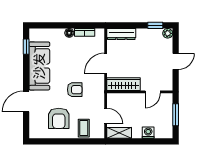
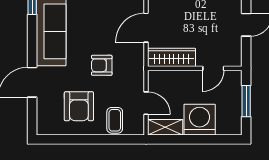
armchair: (75, 90) -> (102, 65), turned 180
washing machine: (148, 133) -> (200, 120), width x1.89, depth x1.89

